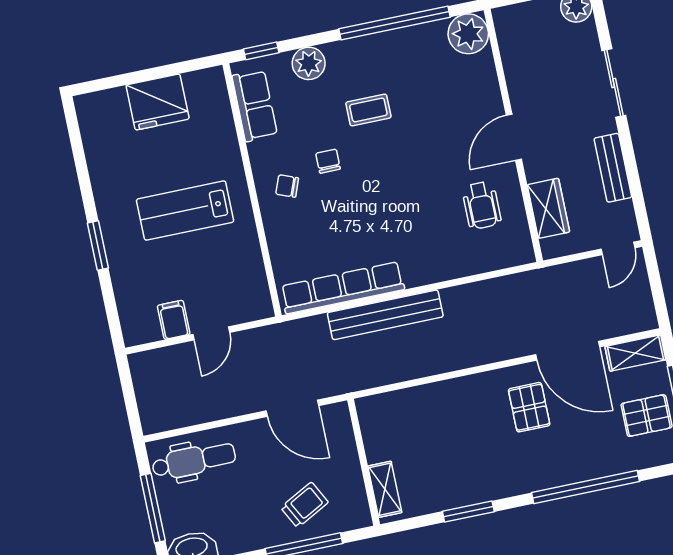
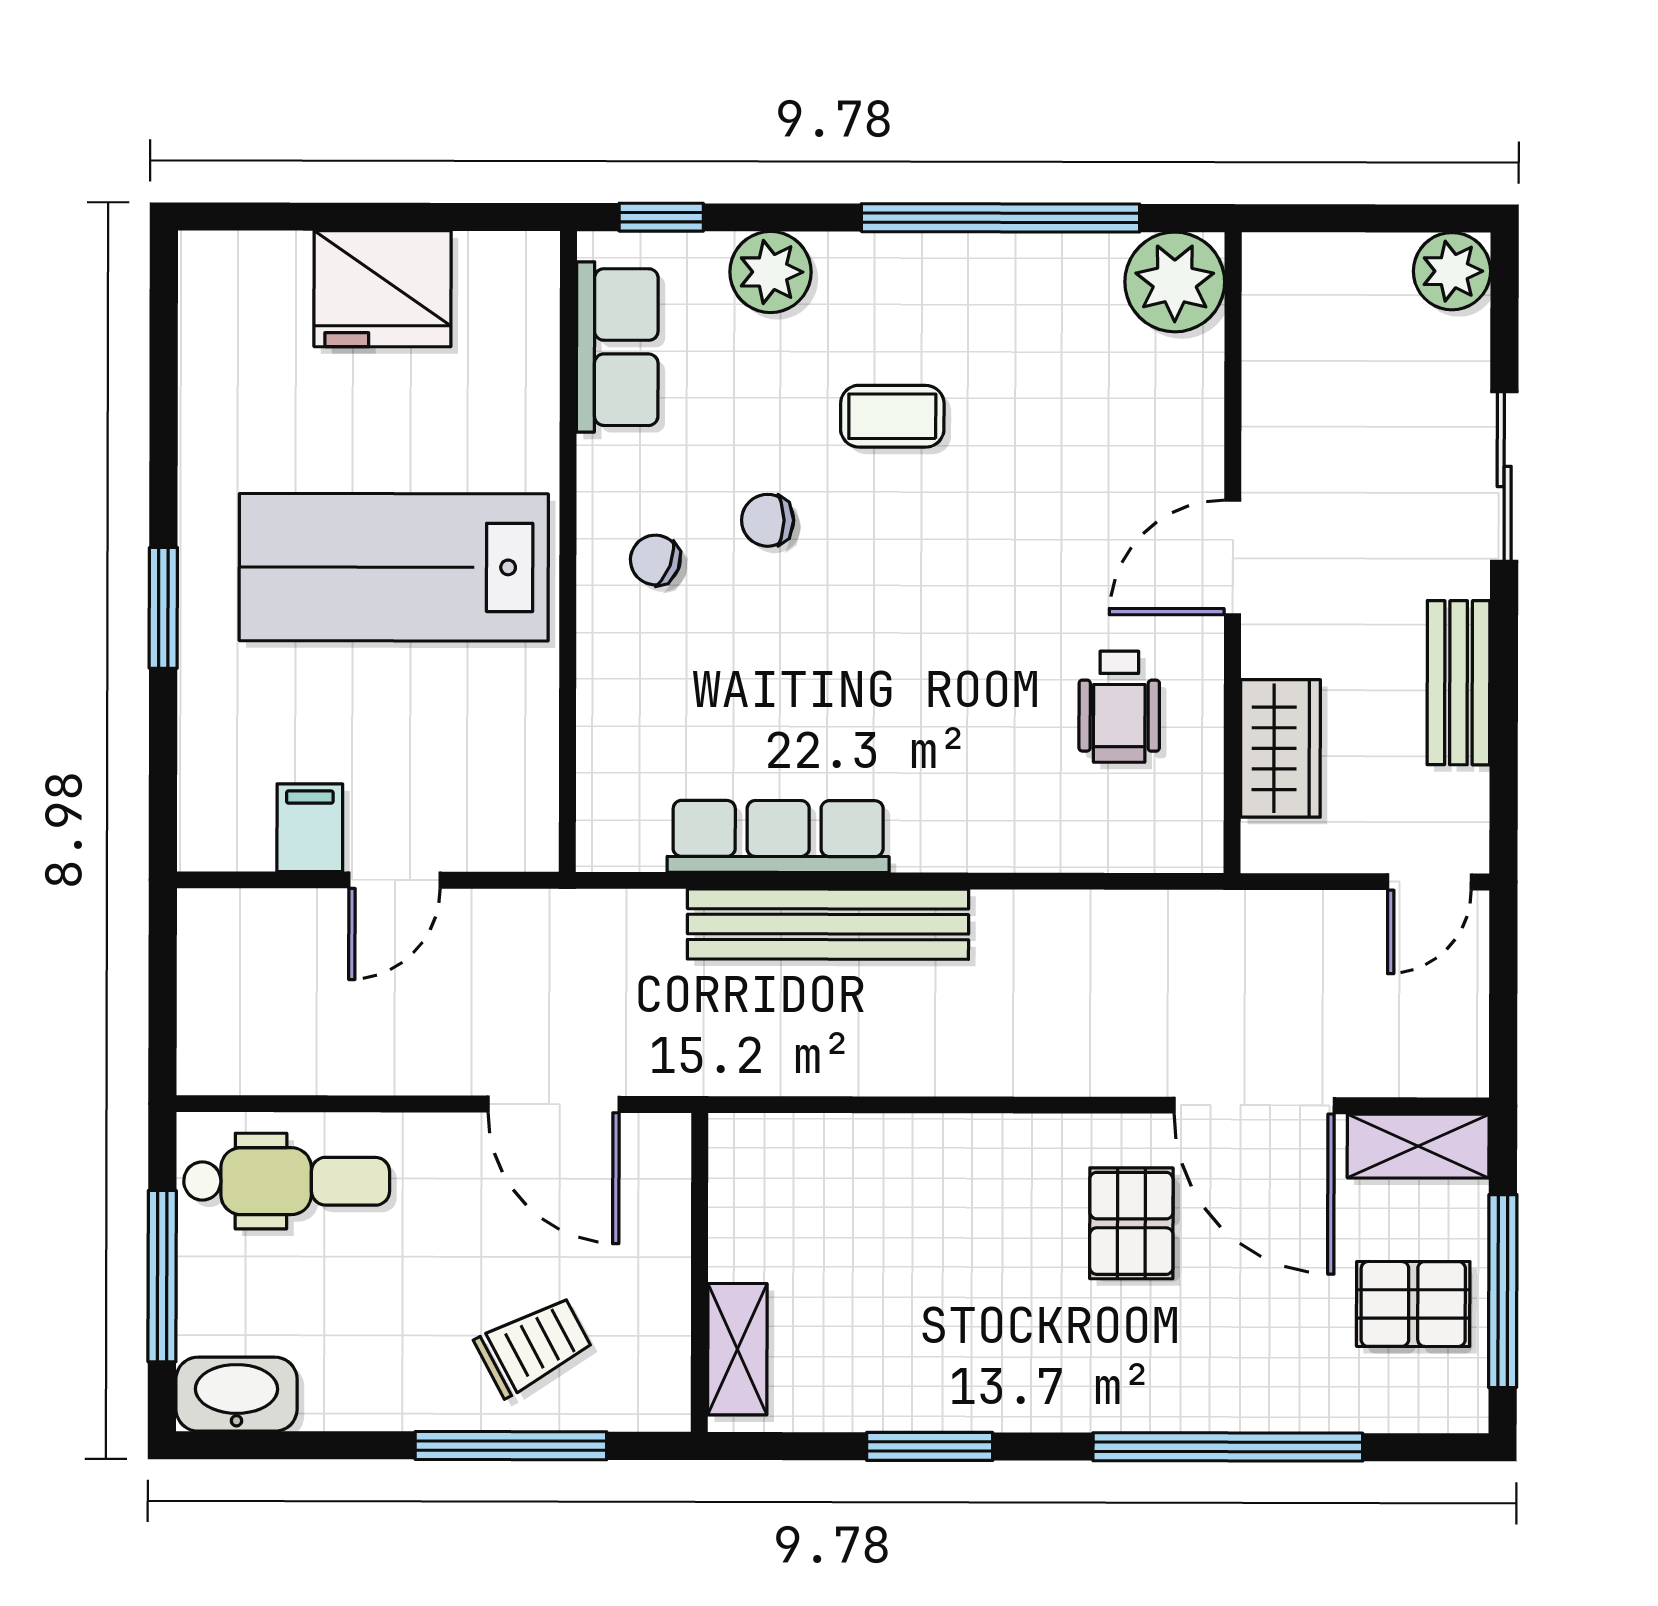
chair: (328, 161) -> (768, 520), turned -90
lab bench: (185, 211) -> (394, 567), width x1.36, depth x1.39
row of seats: (342, 288) -> (778, 836), width x0.73

